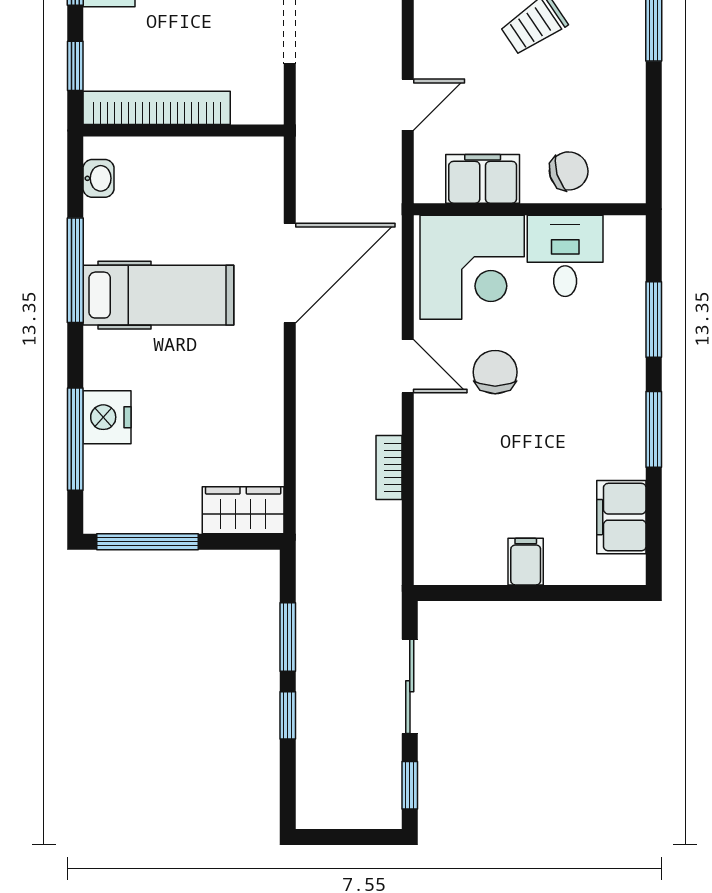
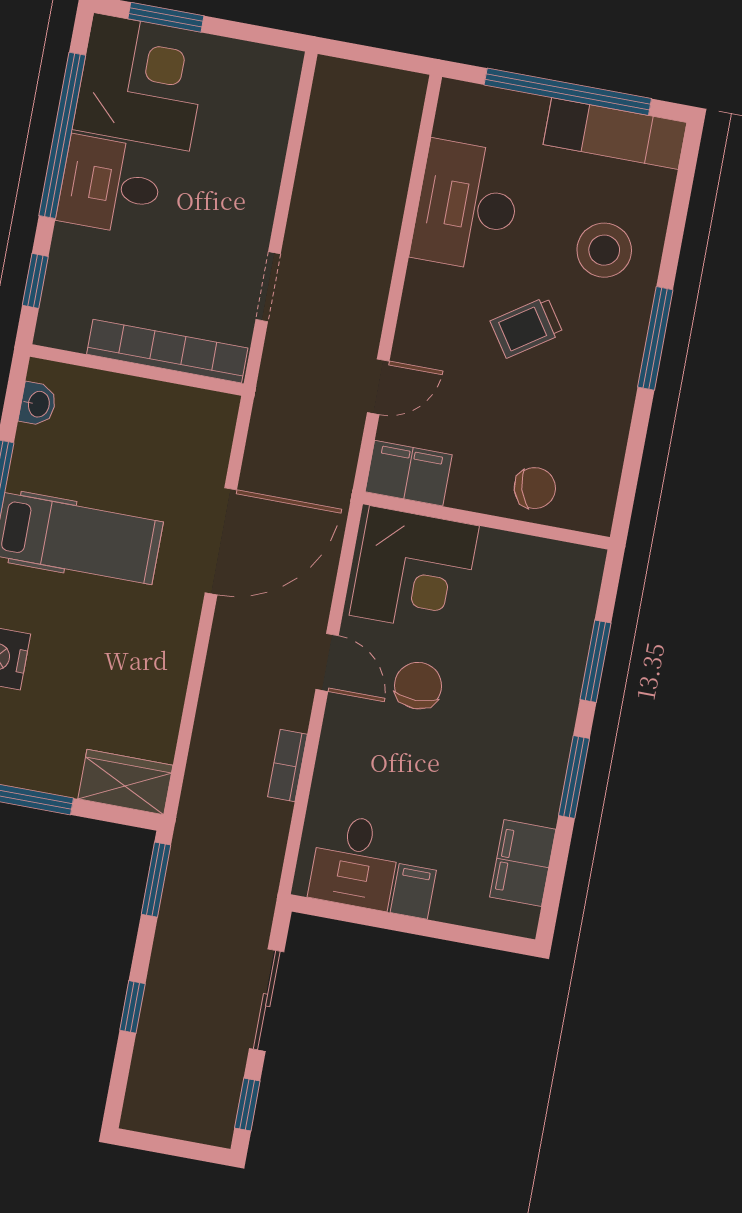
bookcase: (157, 108) -> (167, 351), moved
filing cabinet: (483, 179) -> (409, 473), moved
desk: (565, 256) -> (355, 862), moved, turned 180
window: (288, 637) -> (156, 880), moved

